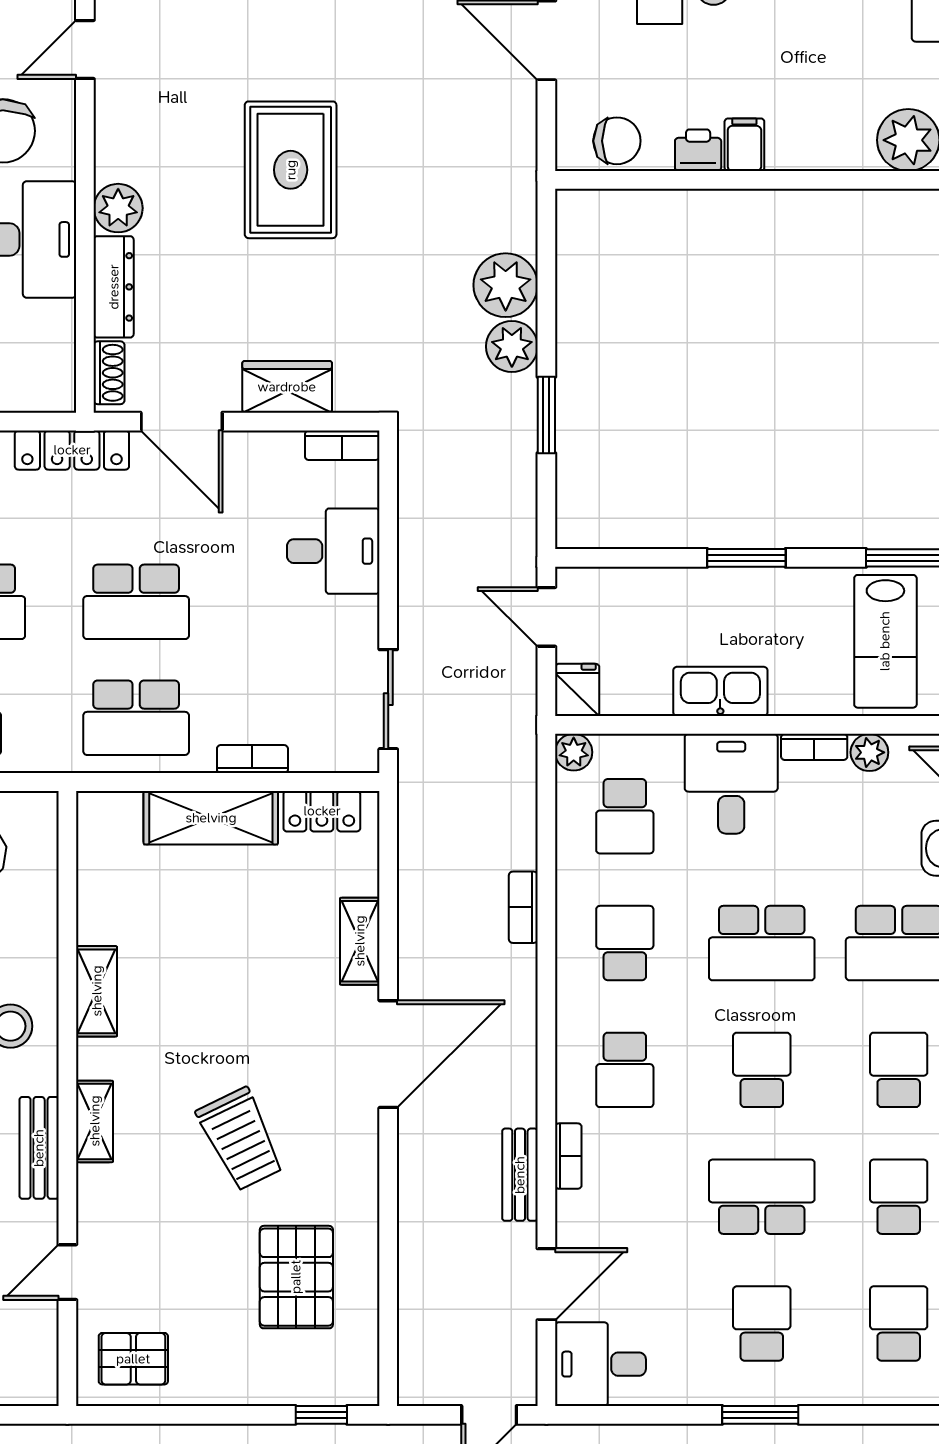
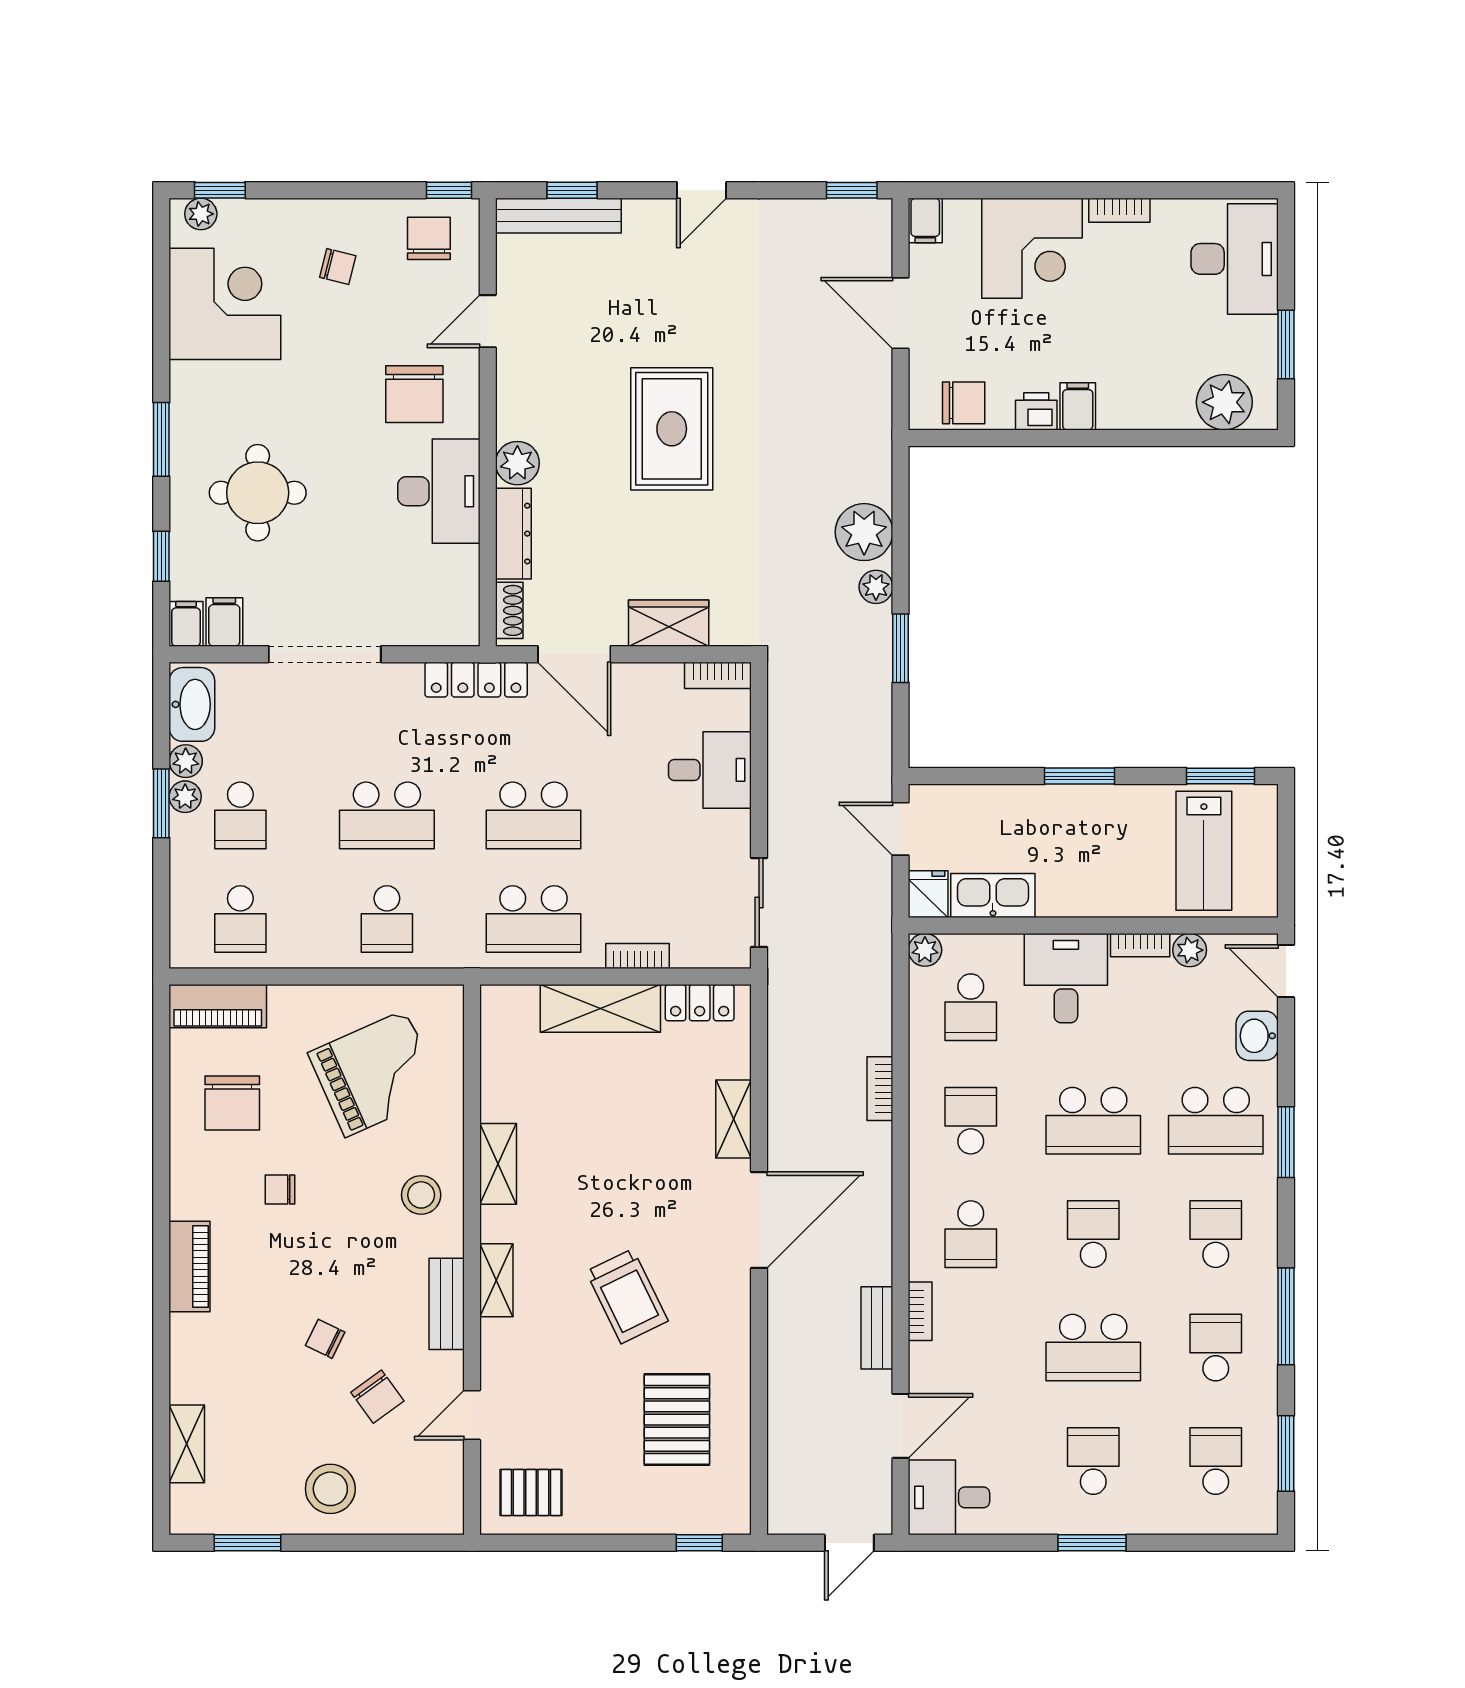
plant: (512, 346) -> (876, 587), width x0.73, depth x0.73
kitchen sink: (720, 691) -> (993, 895), moved
school desk: (762, 1197) -> (1093, 1348), turned 180

